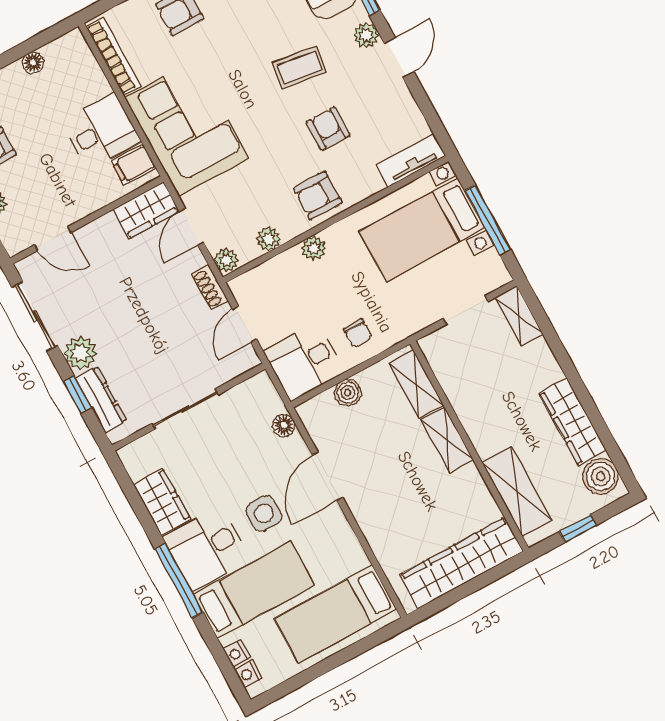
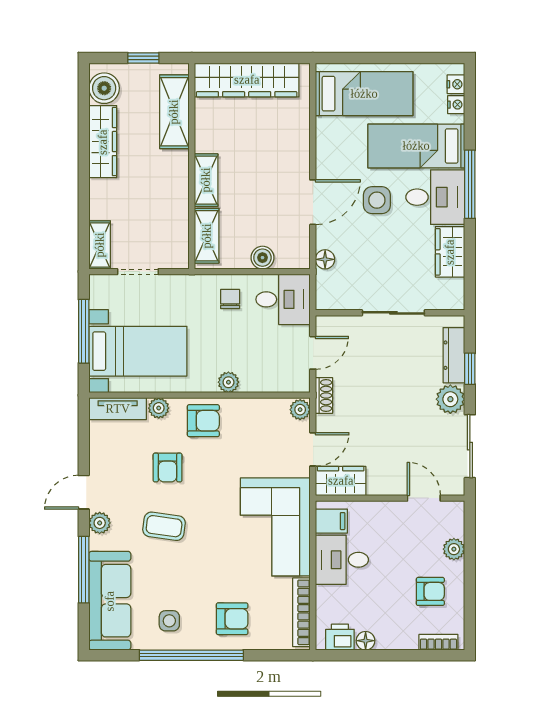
printer: (61, 52) -> (340, 637), added
plant: (269, 239) -> (159, 408), moved

